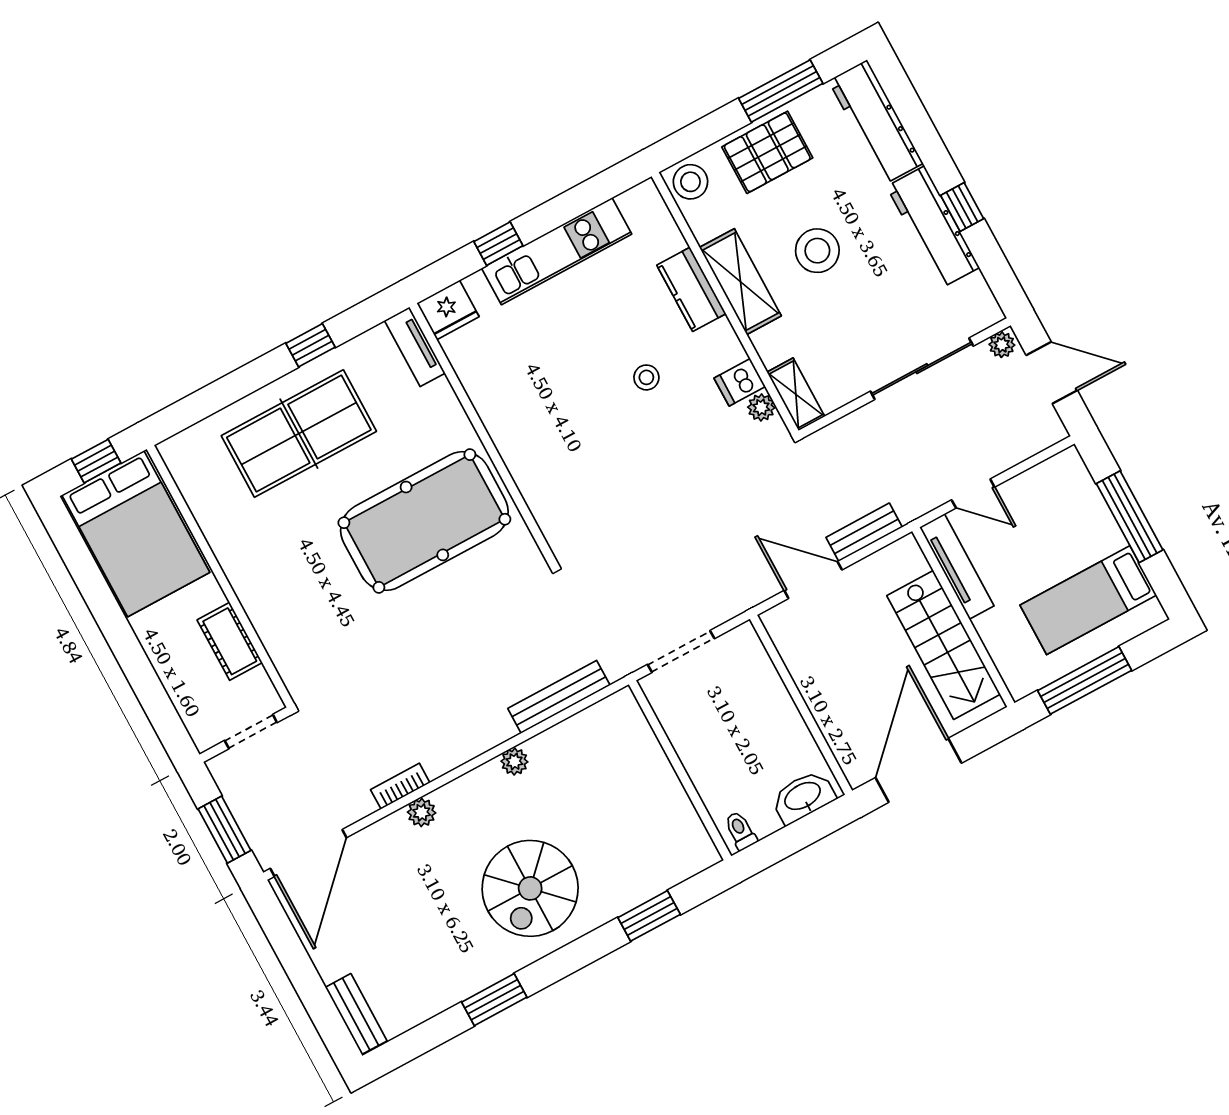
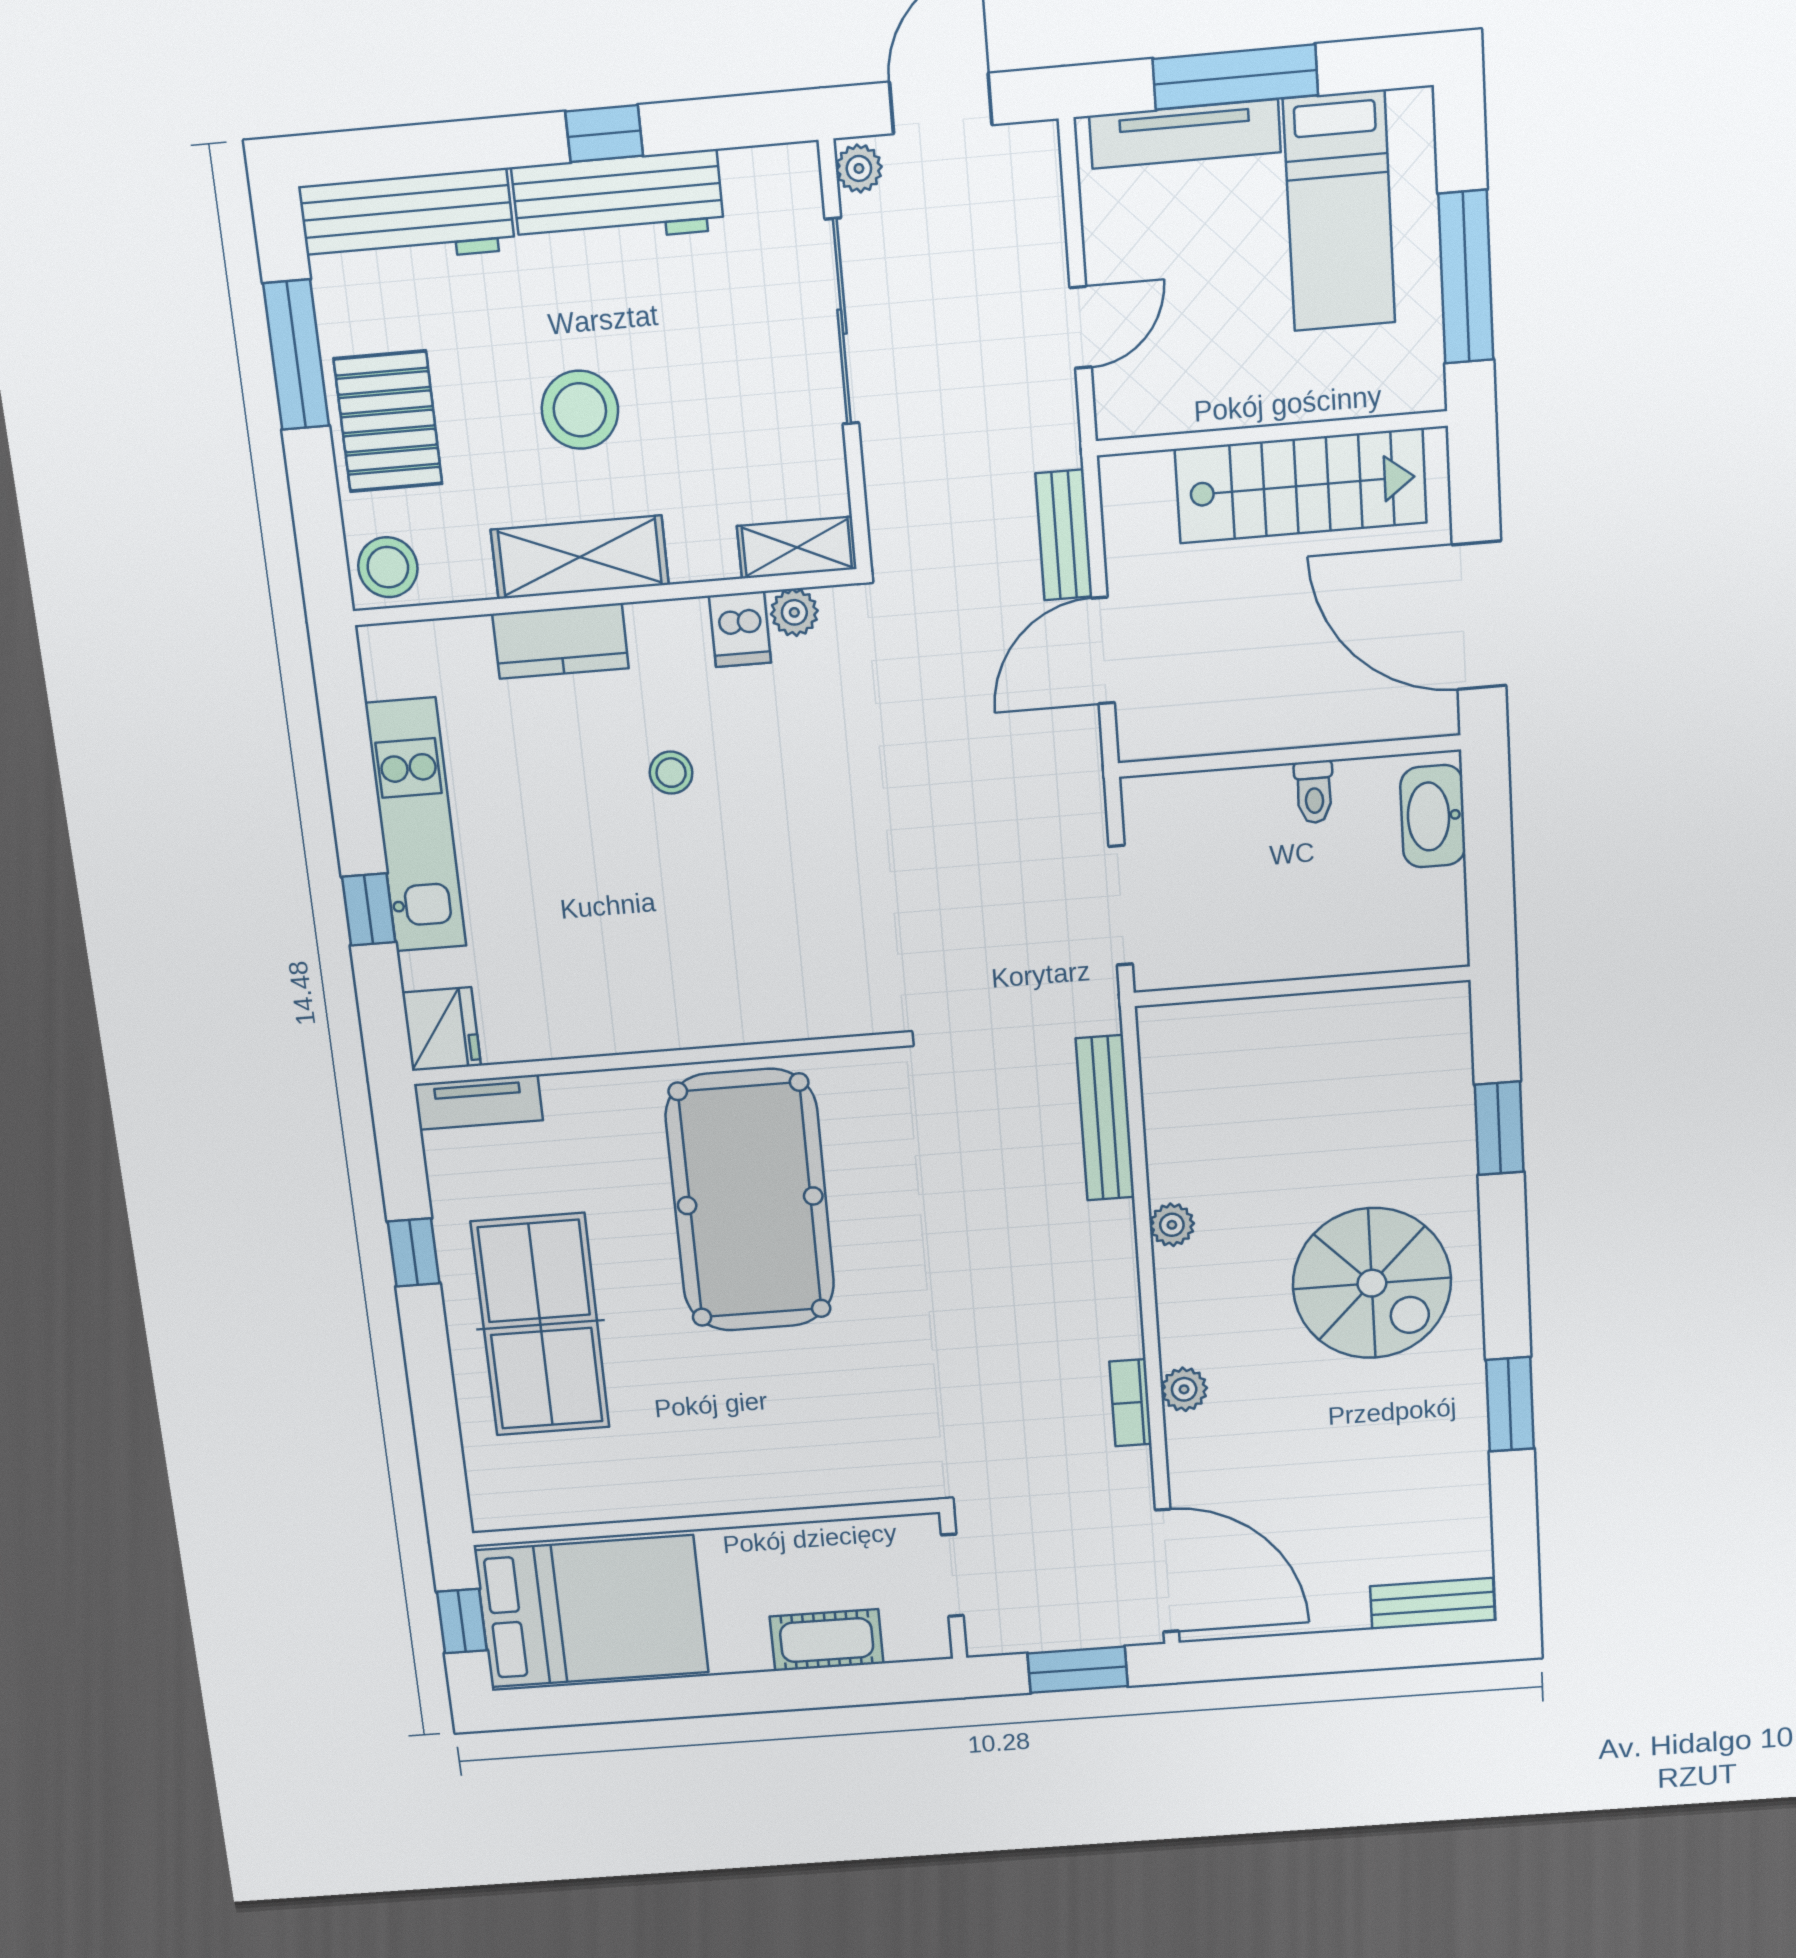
tv unit: (957, 567) -> (1185, 134), moved, turned 180
cot: (230, 641) -> (827, 1640), moved
toilet: (740, 831) -> (1314, 792), moved, turned -90

